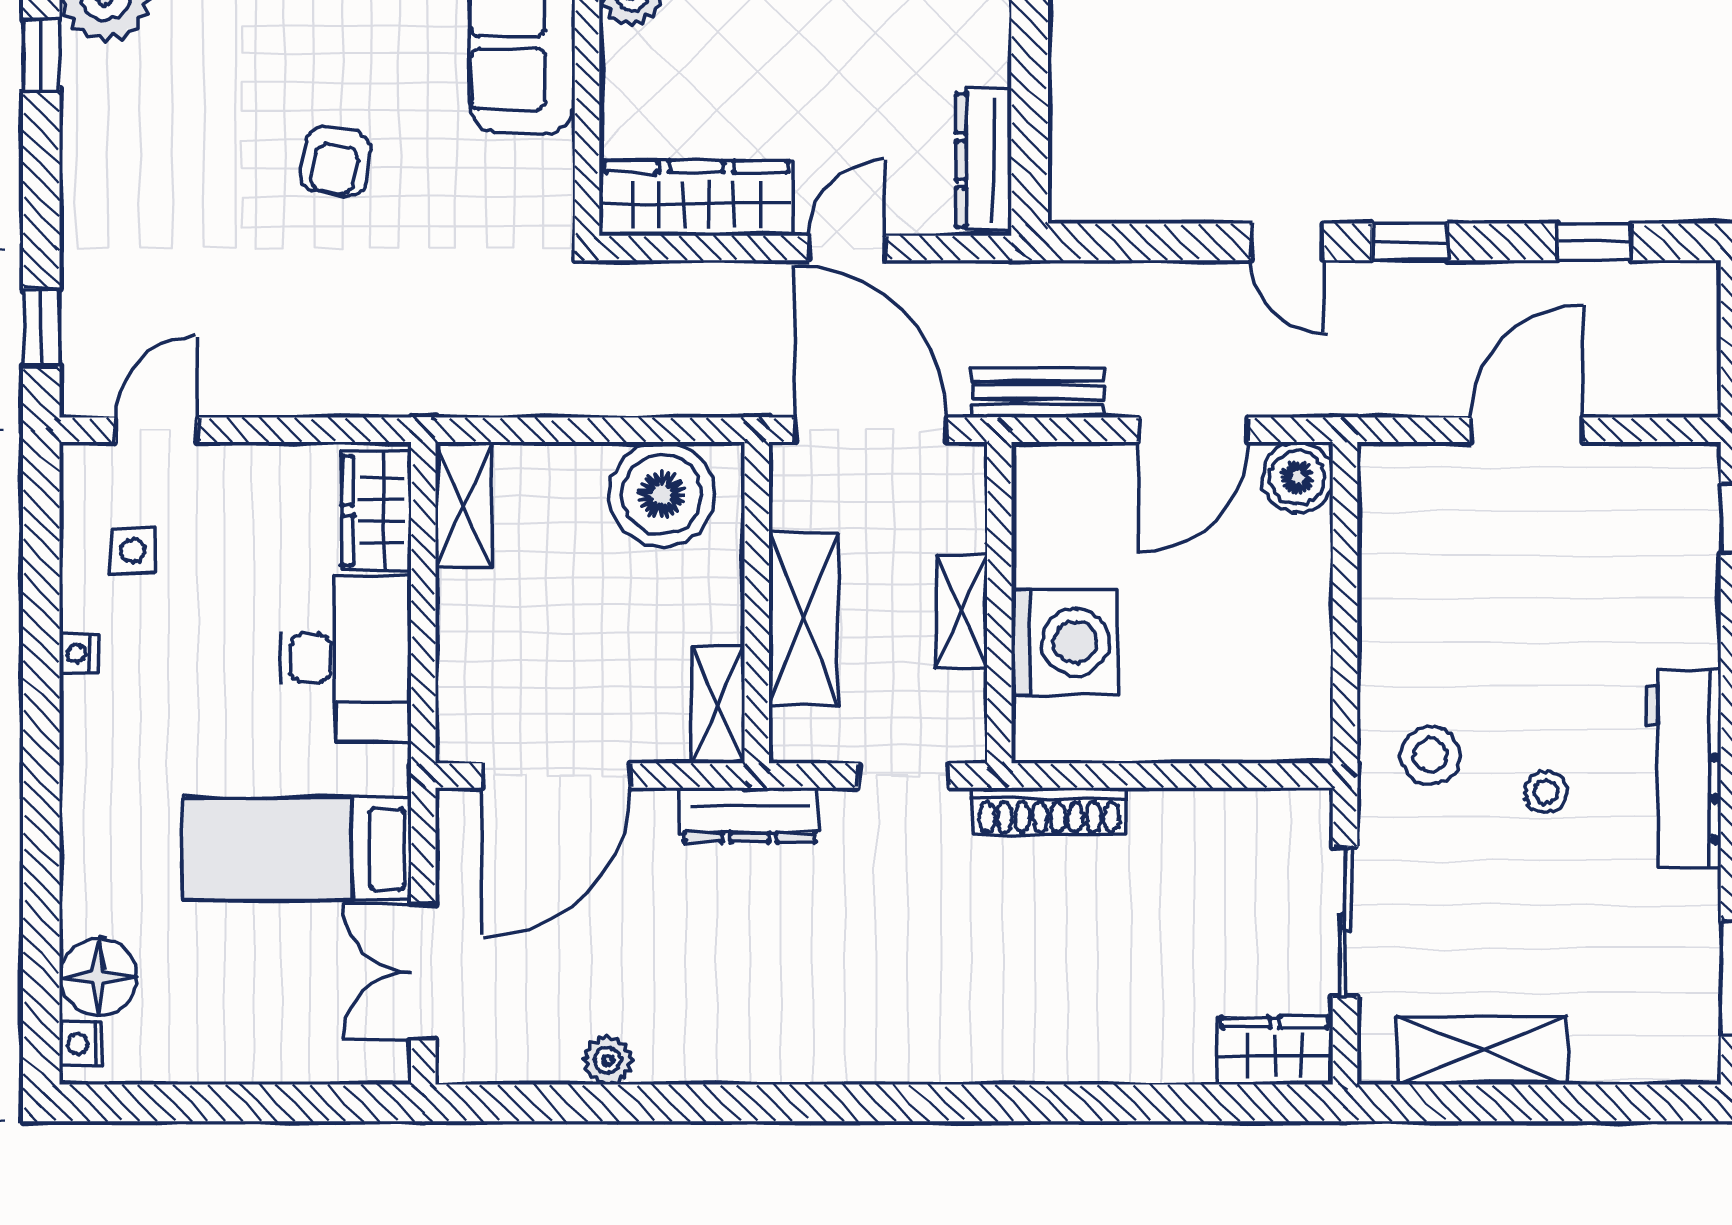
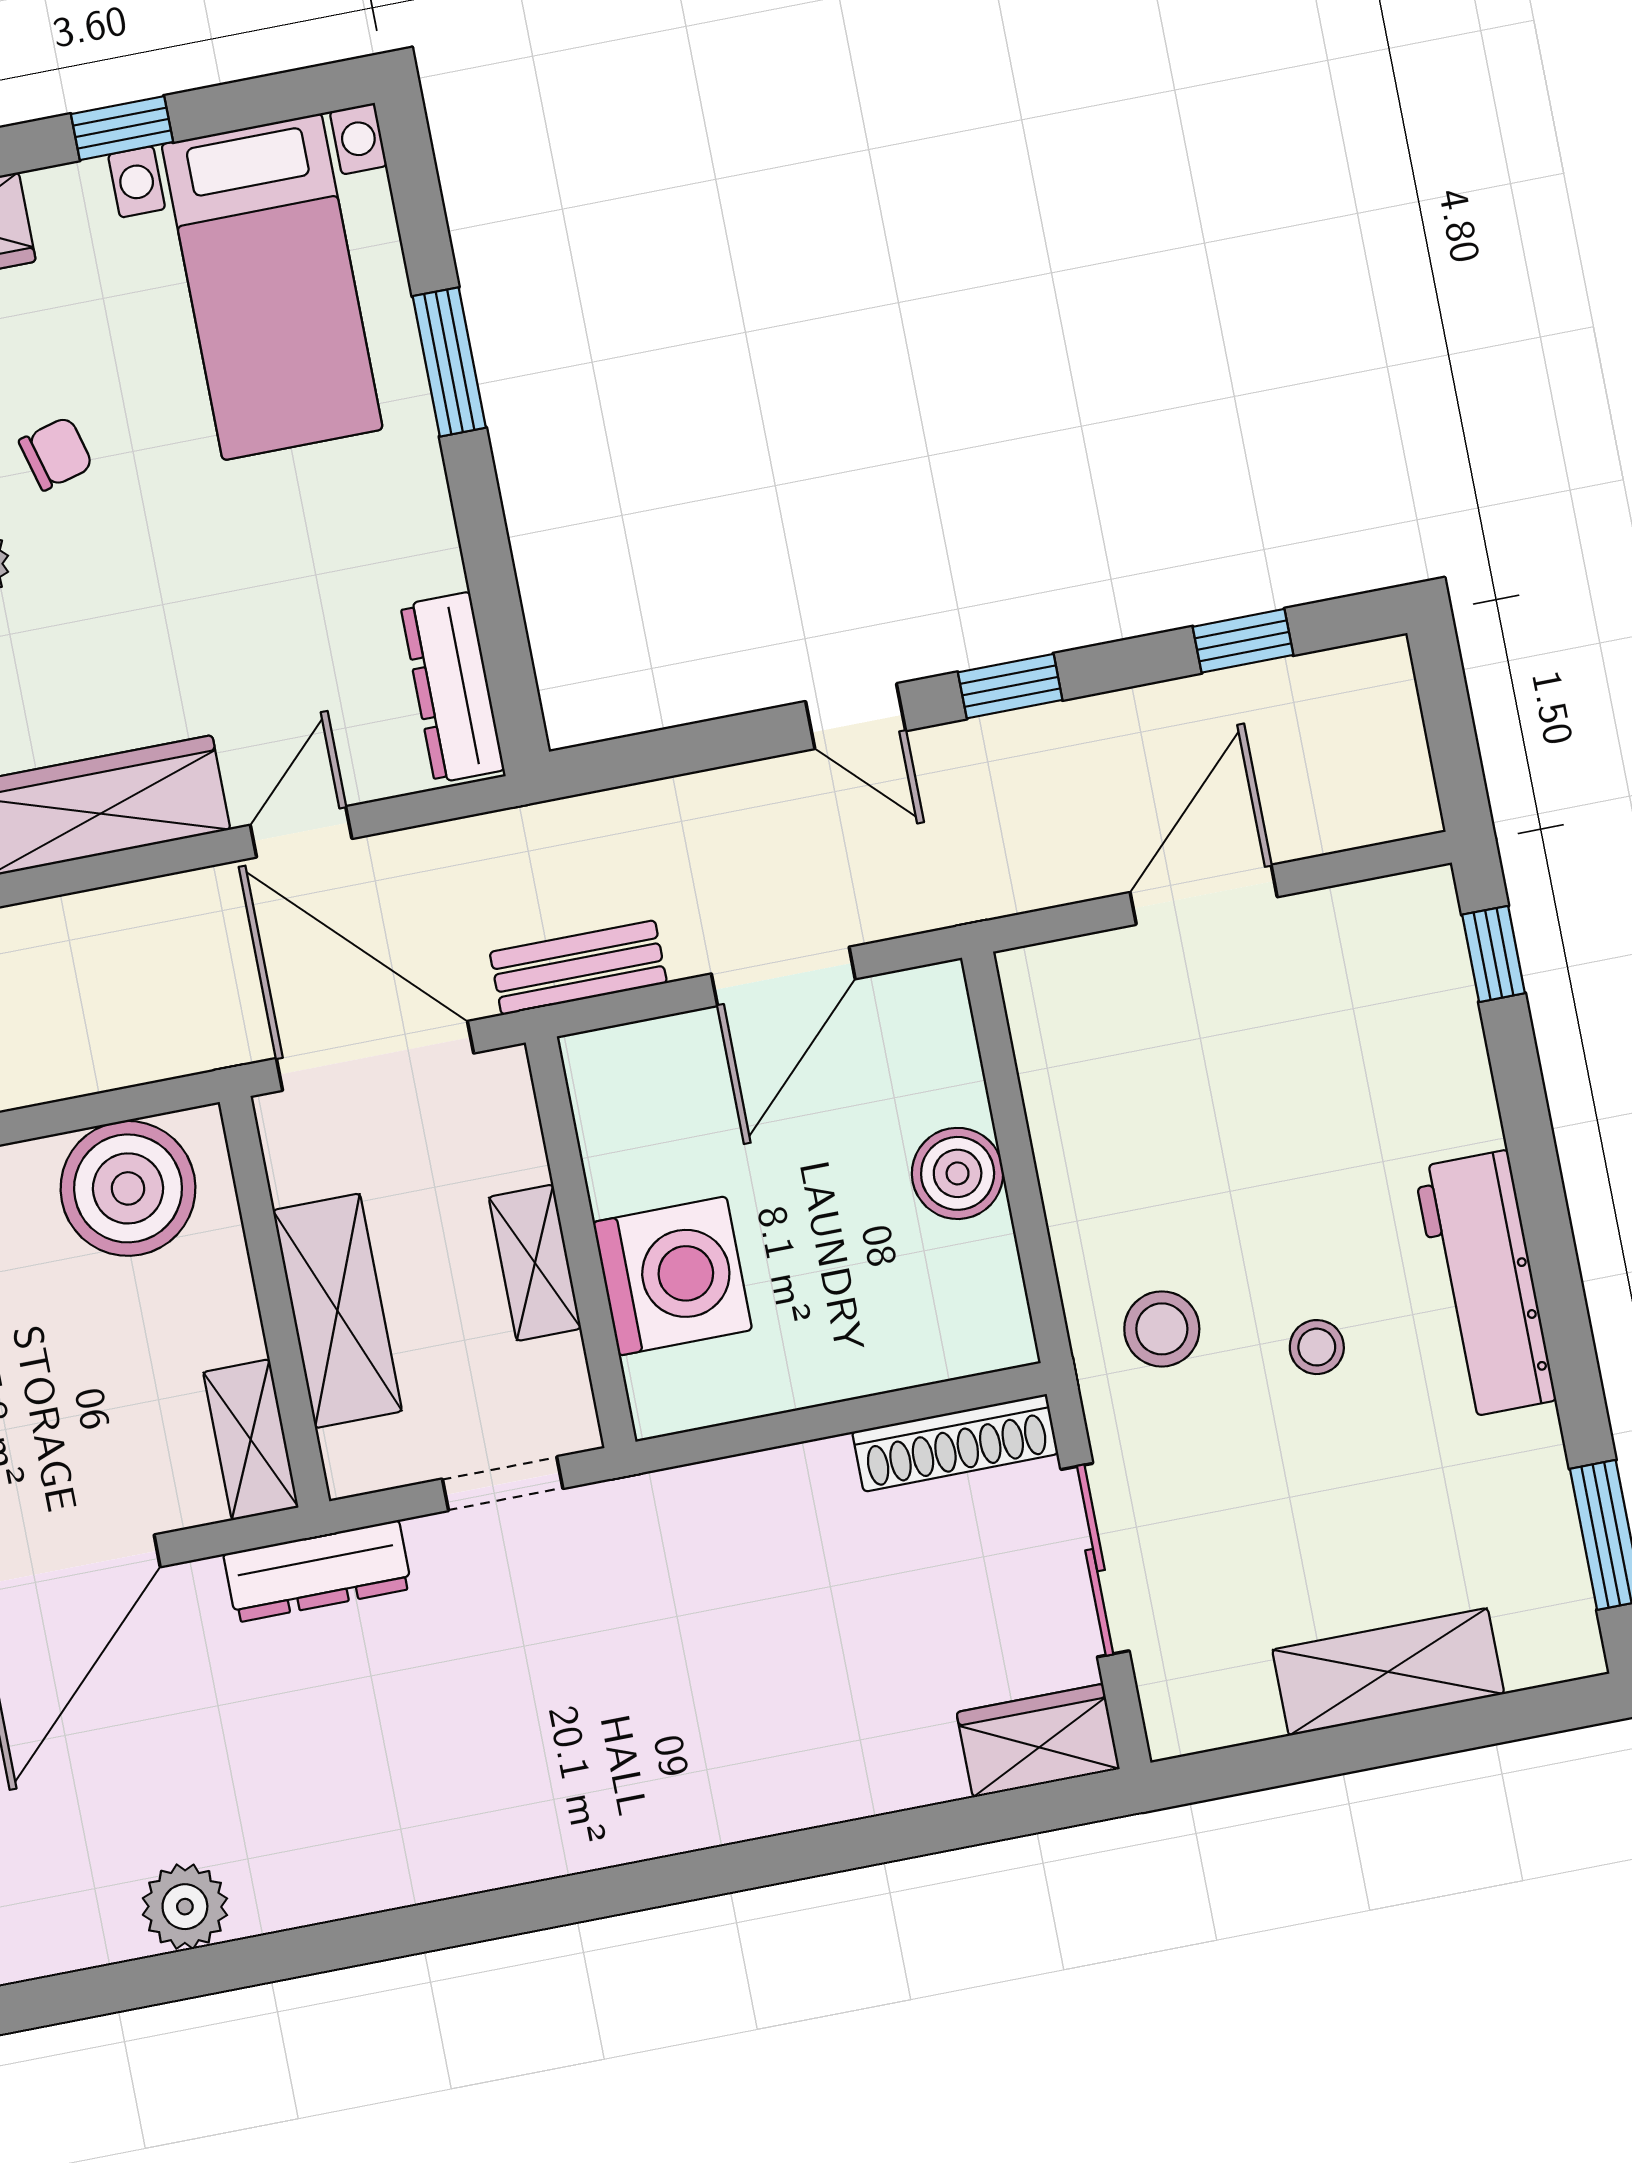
boiler: (1297, 477) -> (958, 1173), moved
shoe rack: (1049, 811) -> (955, 1443), moved
shelving: (1483, 1050) -> (1388, 1672), moved
plant: (608, 1060) -> (185, 1907), width x1.38, depth x1.38

